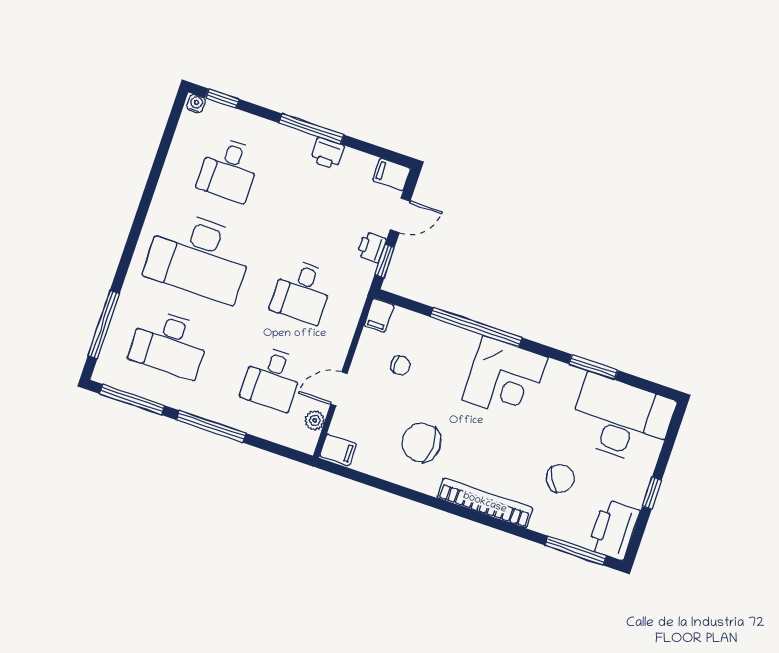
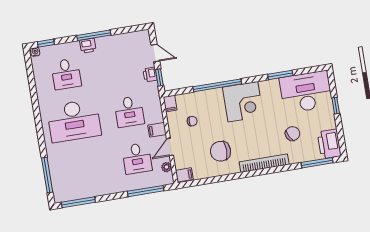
printer: (327, 153) -> (88, 46), moved
filing cabinet: (392, 174) -> (157, 130), moved
door: (400, 215) -> (155, 53), hinge flipped
desk: (170, 344) -> (82, 168), removed
window: (211, 427) -> (146, 191), moved
window: (652, 493) -> (336, 106), moved

